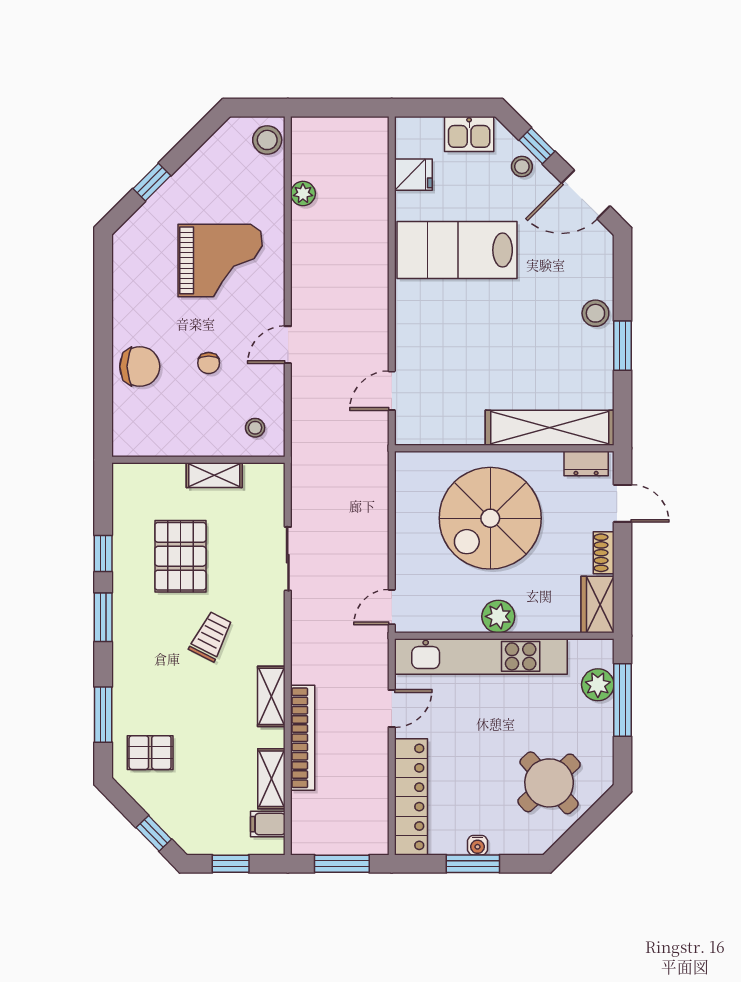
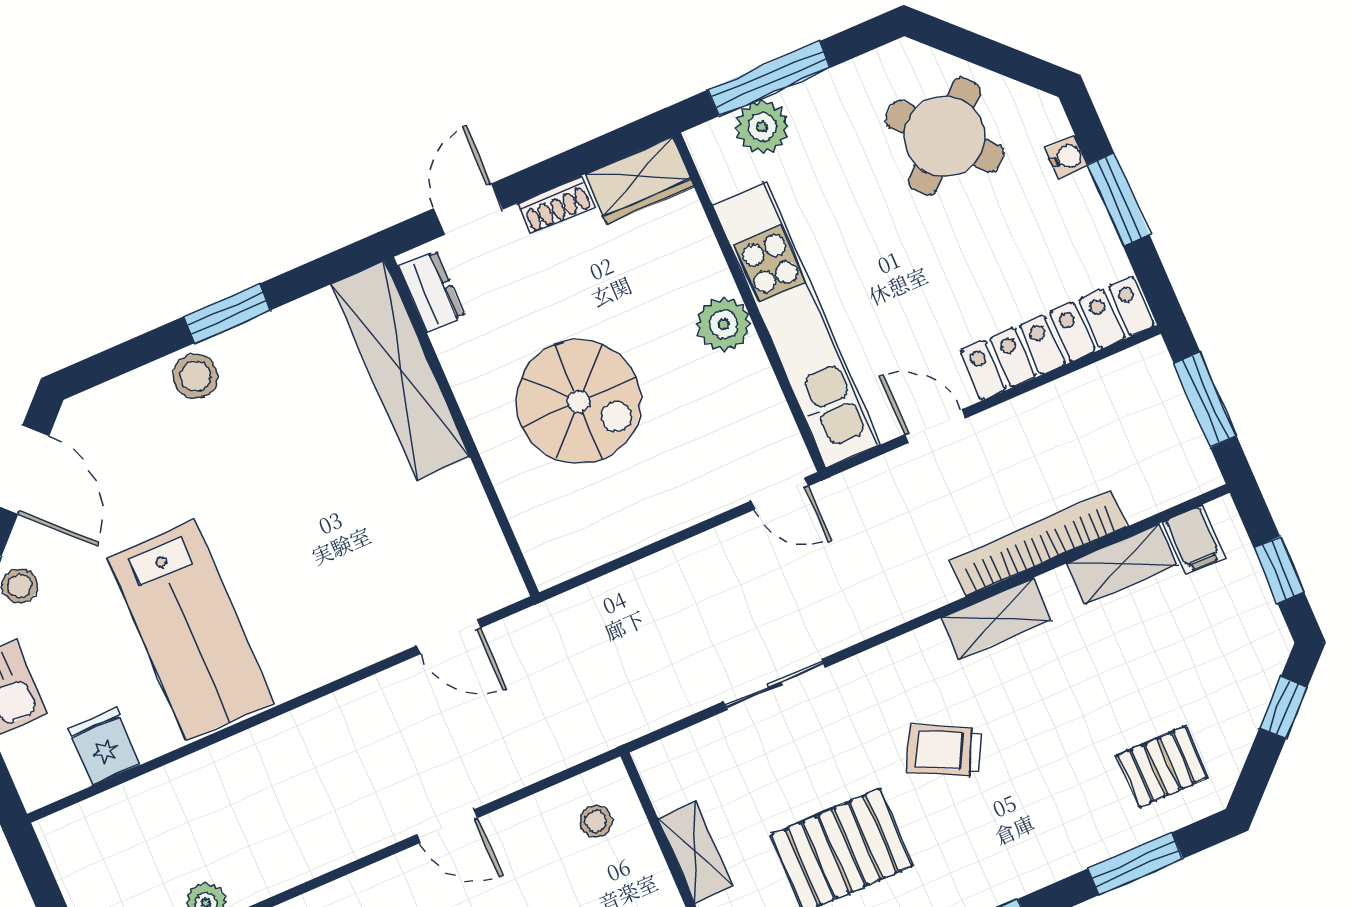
spiral stairs: (490, 518) -> (579, 402), width x0.73, depth x0.73
pallet: (150, 753) -> (1162, 767), turned 90
water cooler: (477, 845) -> (1067, 157), moved

